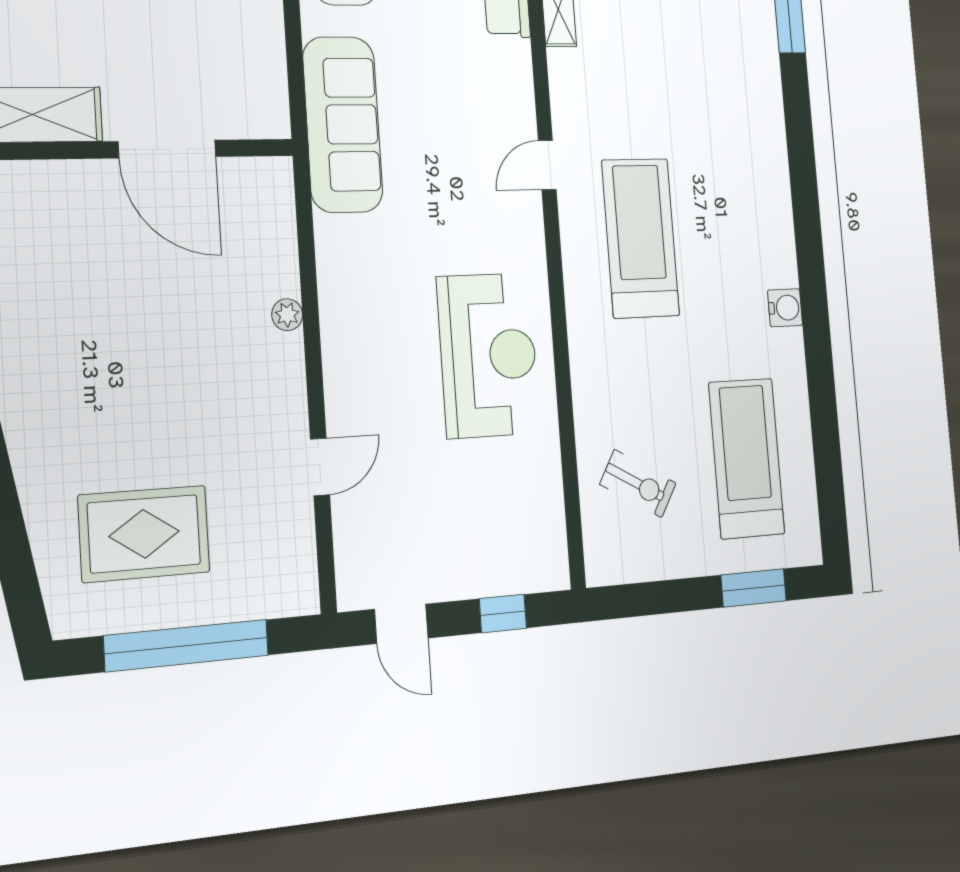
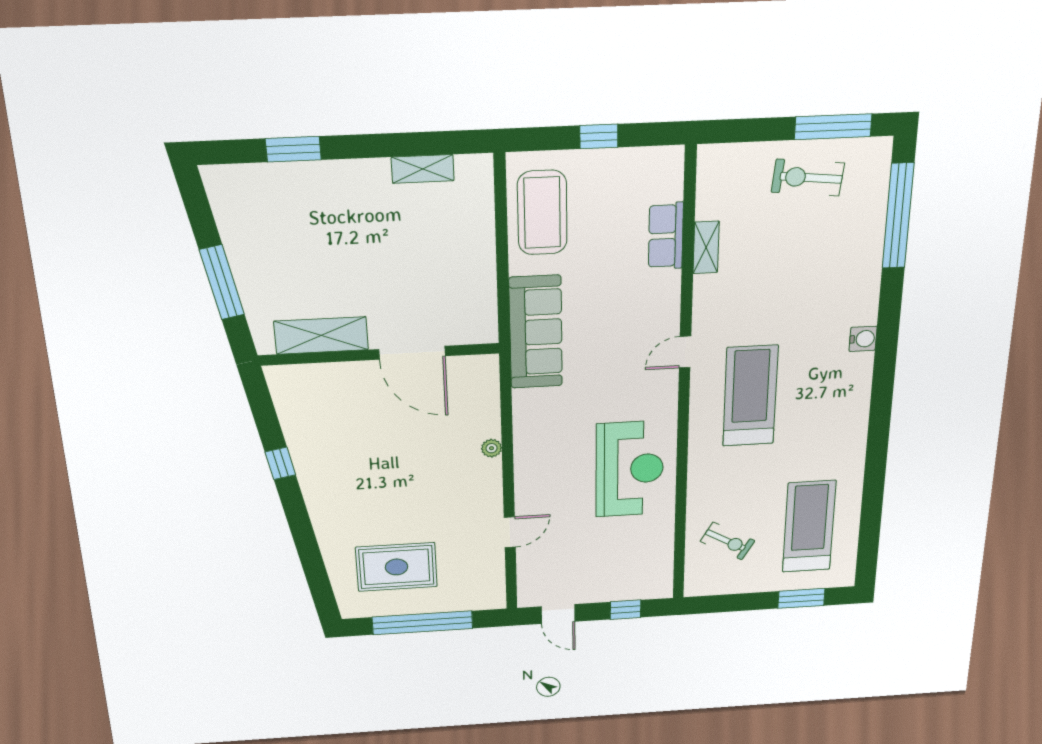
water cooler: (785, 308) -> (863, 339), moved

